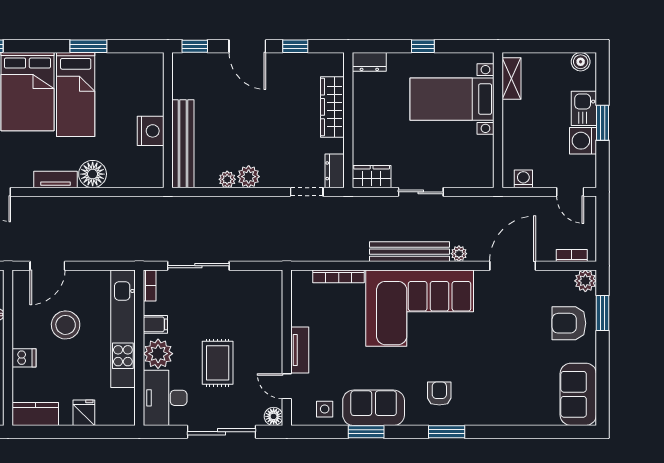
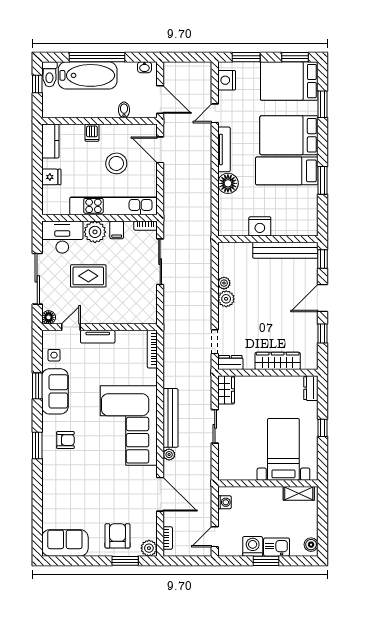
bench: (183, 144) -> (285, 250), moved
tv unit: (55, 179) -> (224, 149), width x1.41
bookcase: (339, 276) -> (152, 349), moved

